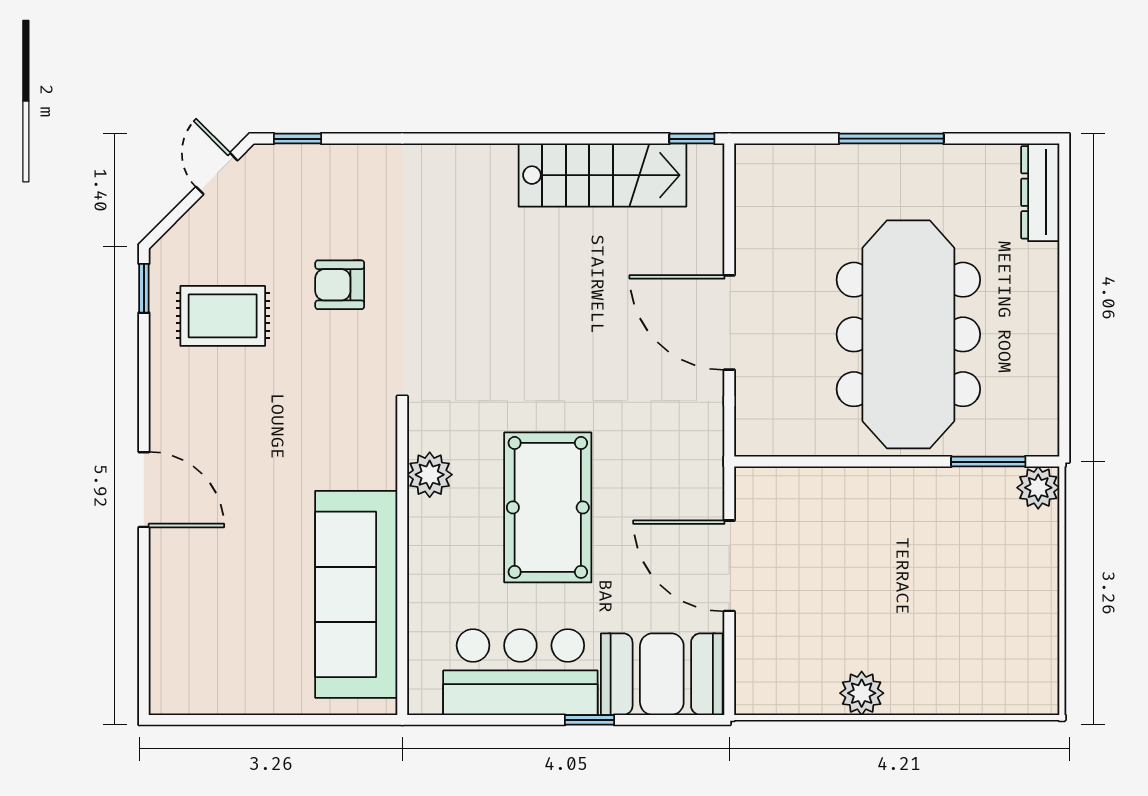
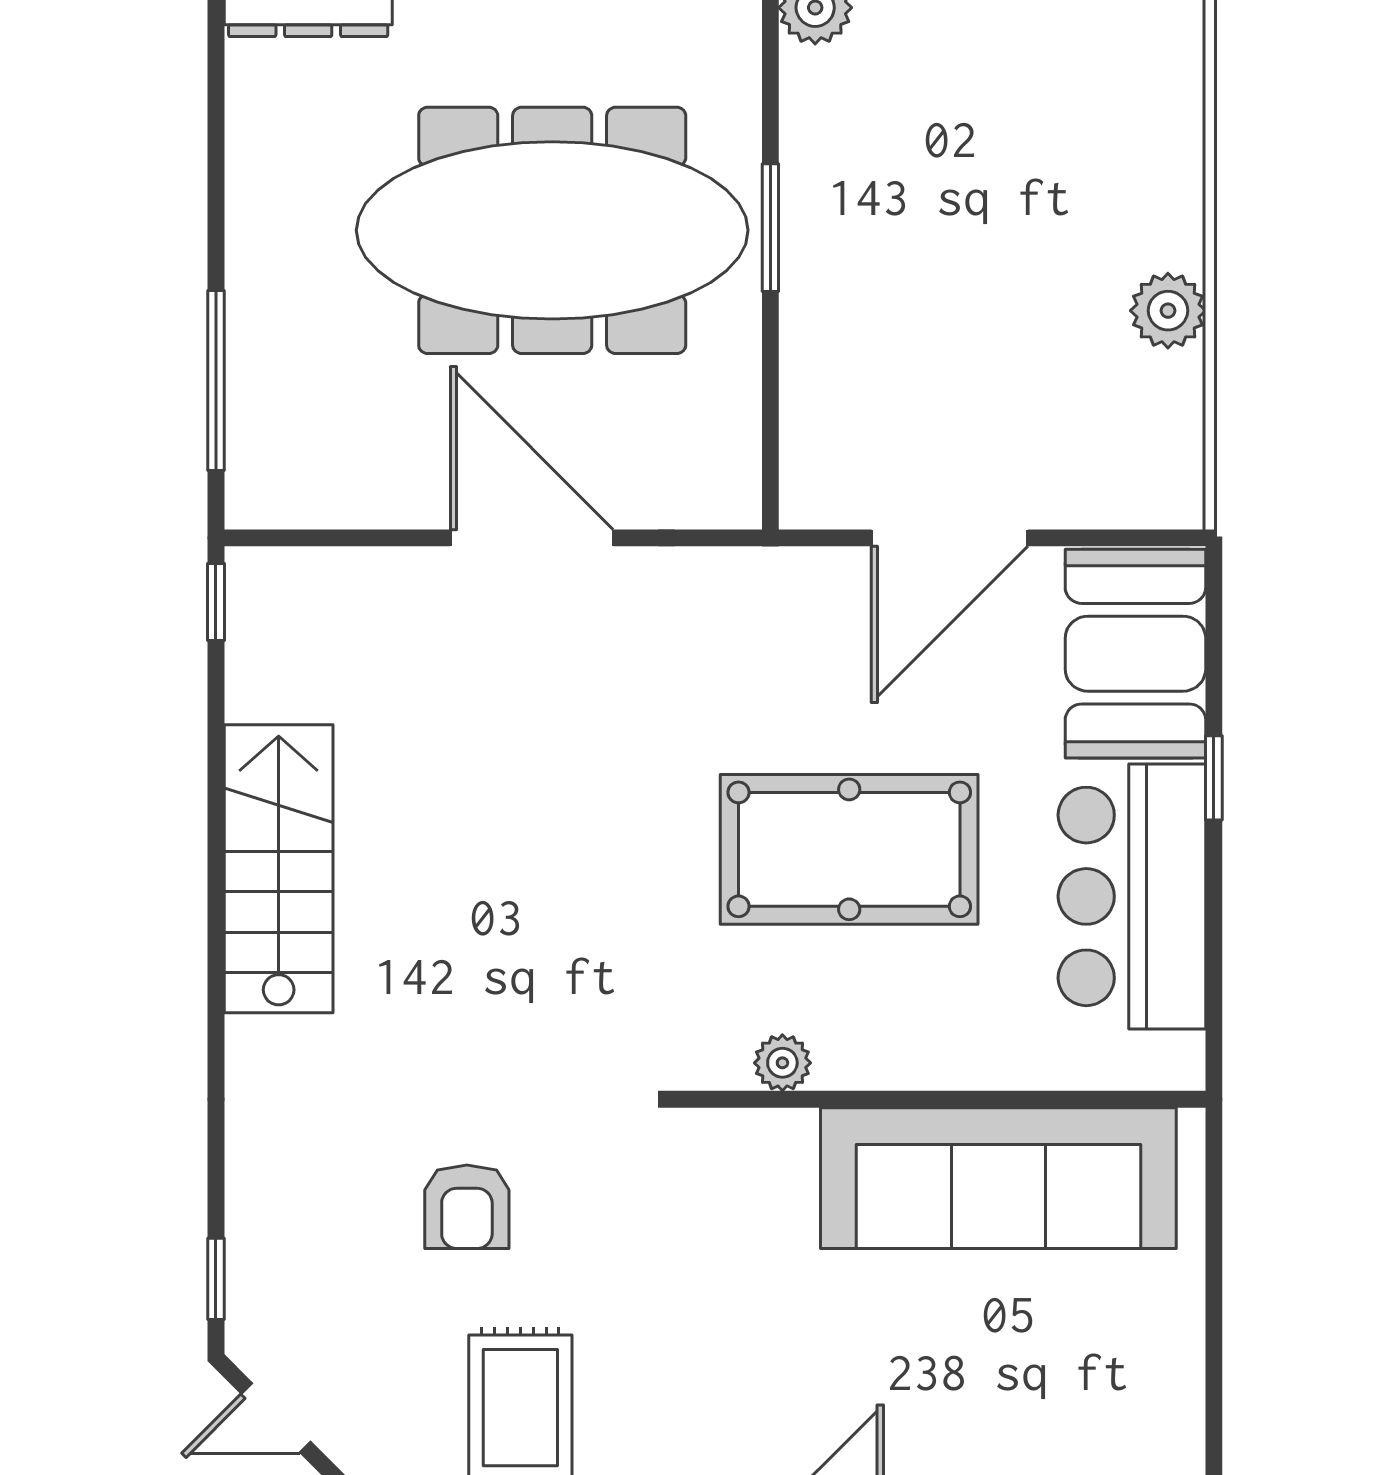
window: (891, 139) -> (216, 381), moved
stairs: (602, 175) -> (279, 869), moved
door: (729, 323) -> (532, 538), swing flipped
window: (988, 462) -> (770, 228), moved
plant: (430, 475) -> (782, 1063), width x0.73, depth x0.73

